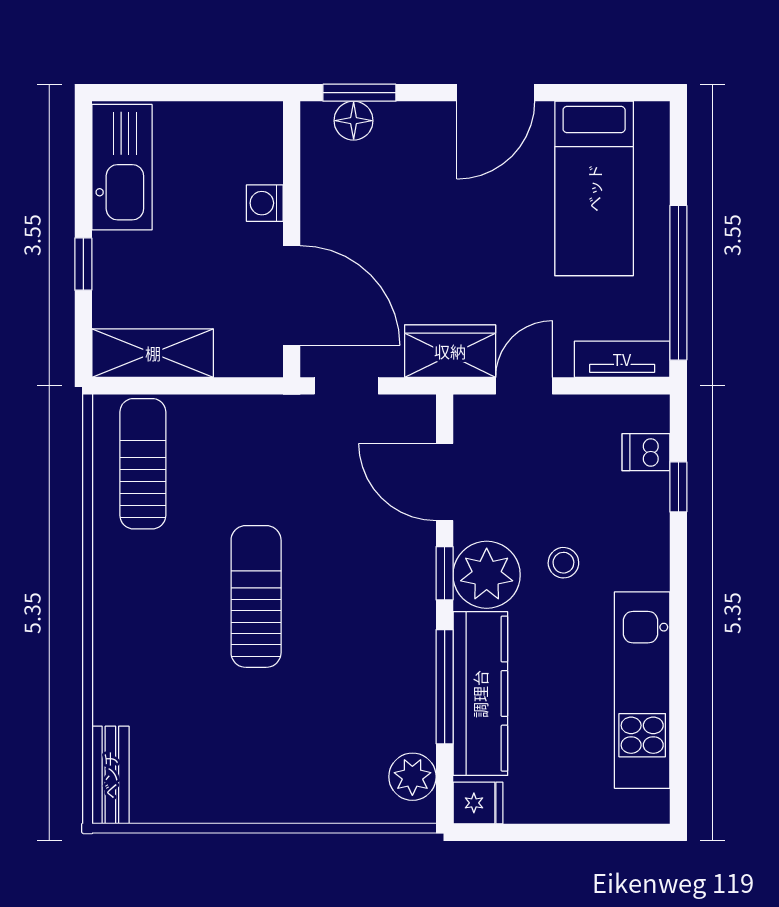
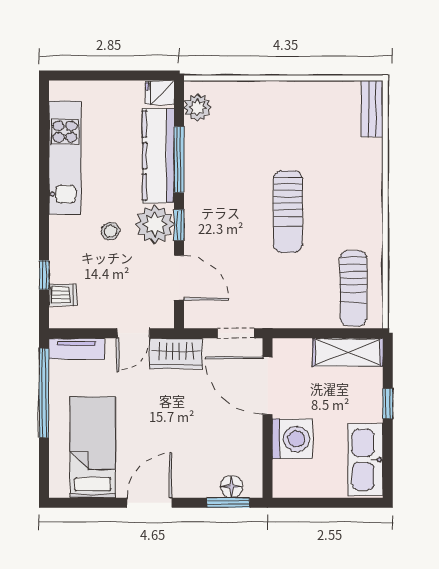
washing machine: (265, 203) -> (292, 439), width x1.89, depth x1.89

